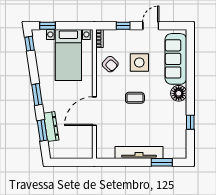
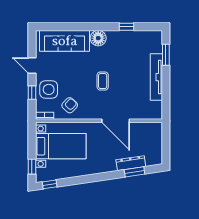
side table: (139, 63) -> (49, 89), moved
window: (37, 94) -> (99, 177), removed

